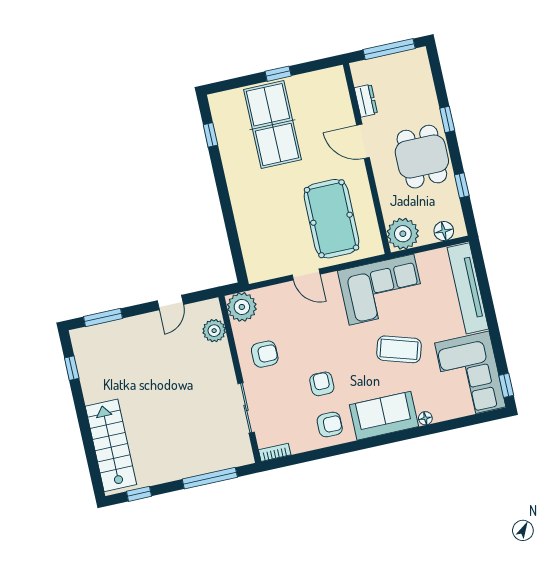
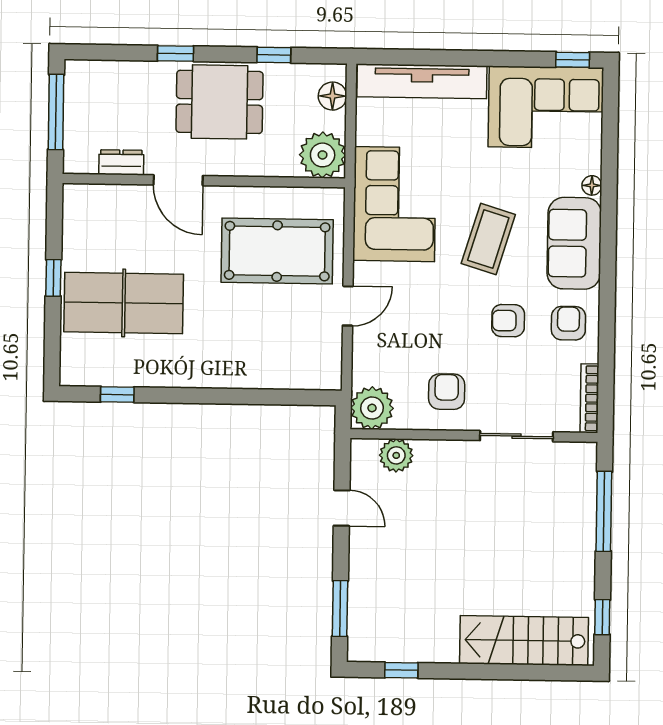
door: (363, 141) -> (178, 180), hinge flipped
coffee table: (399, 349) -> (488, 239), moved
bookcase: (275, 452) -> (589, 398), width x1.56

